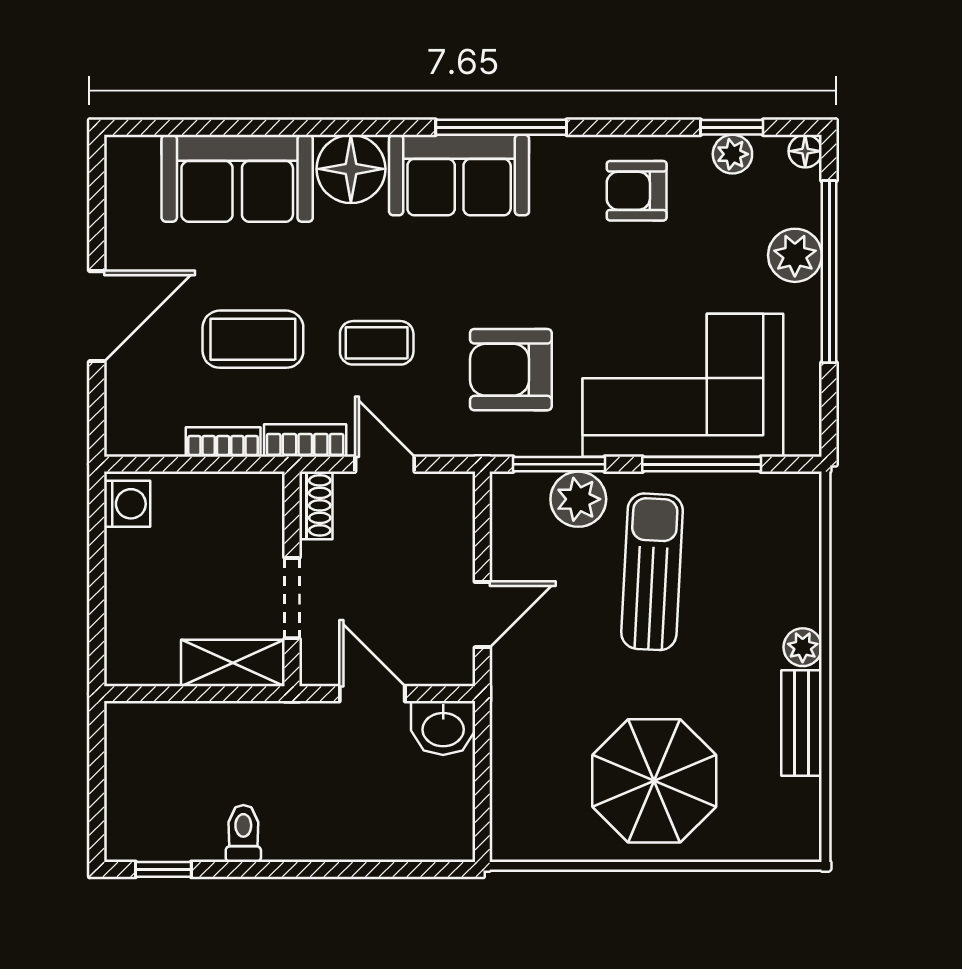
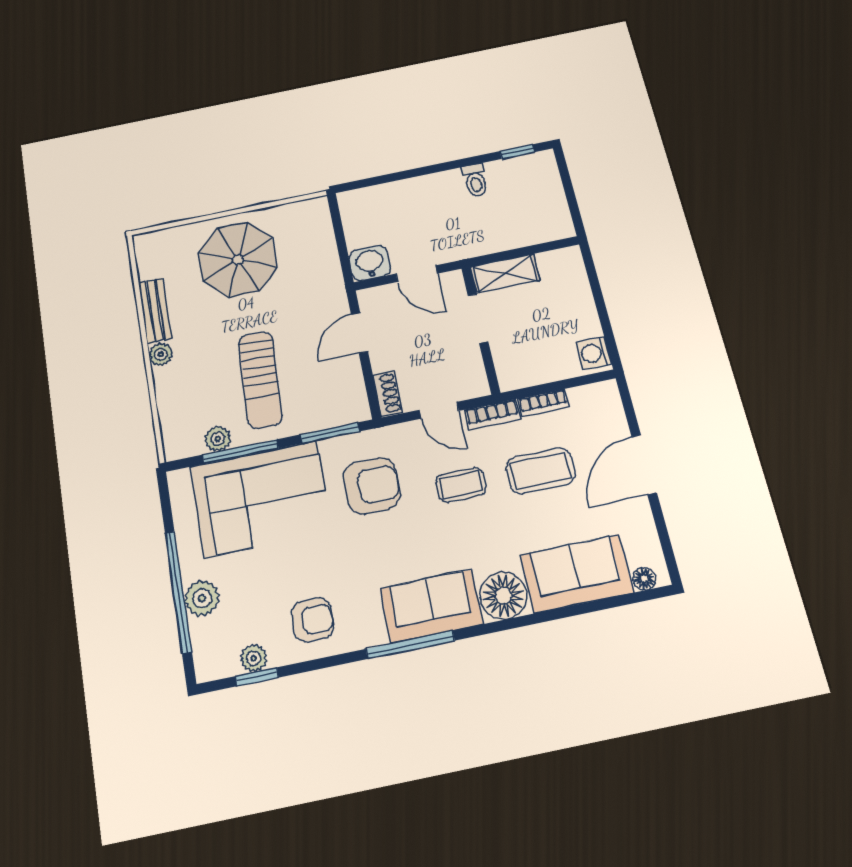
floor lamp: (805, 151) -> (644, 579), moved
plant: (578, 499) -> (218, 439), moved, width x0.73, depth x0.73
shoe rack: (316, 505) -> (387, 393), moved, turned 180

